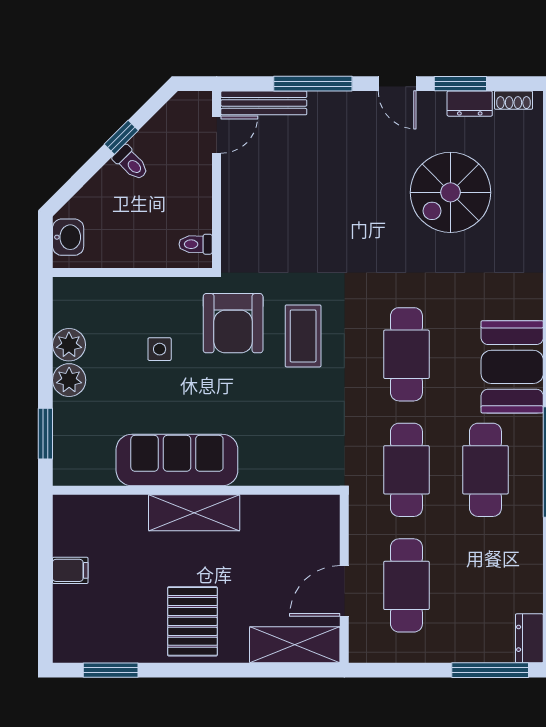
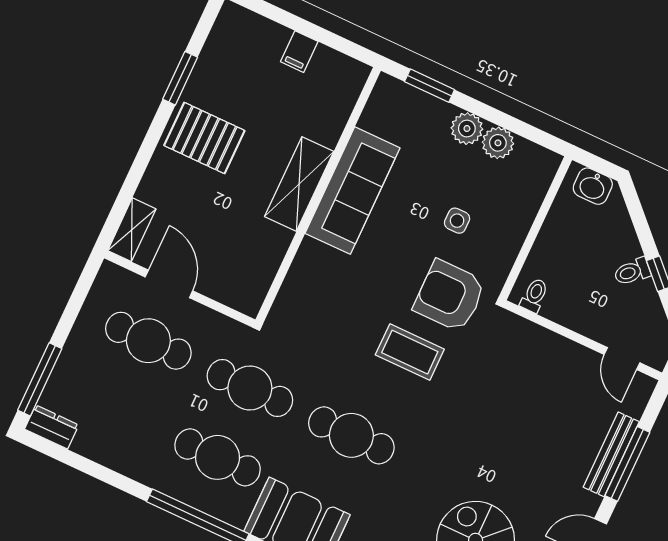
bench: (264, 103) -> (611, 454), moved
shelving: (295, 645) -> (132, 230), width x0.67, depth x0.75
window: (111, 670) -> (180, 78), moved

